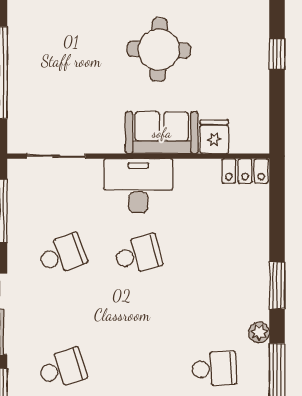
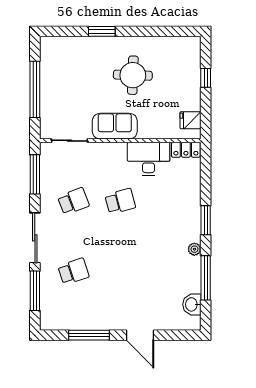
sofa: (162, 133) -> (115, 126), moved
fridge: (214, 137) -> (190, 120), moved, turned -90
desk: (138, 186) -> (149, 159), moved
school desk: (214, 369) -> (167, 271), removed

